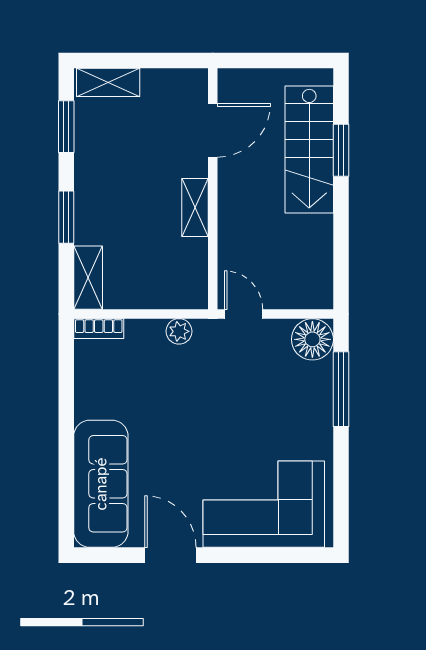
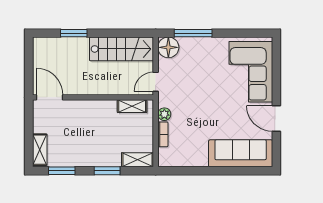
door: (213, 130) -> (50, 97), moved
stairs: (309, 149) -> (121, 49), moved
shelving: (195, 207) -> (132, 106), moved
bookcase: (99, 329) -> (163, 134), moved
door: (170, 555) -> (276, 118), hinge flipped

